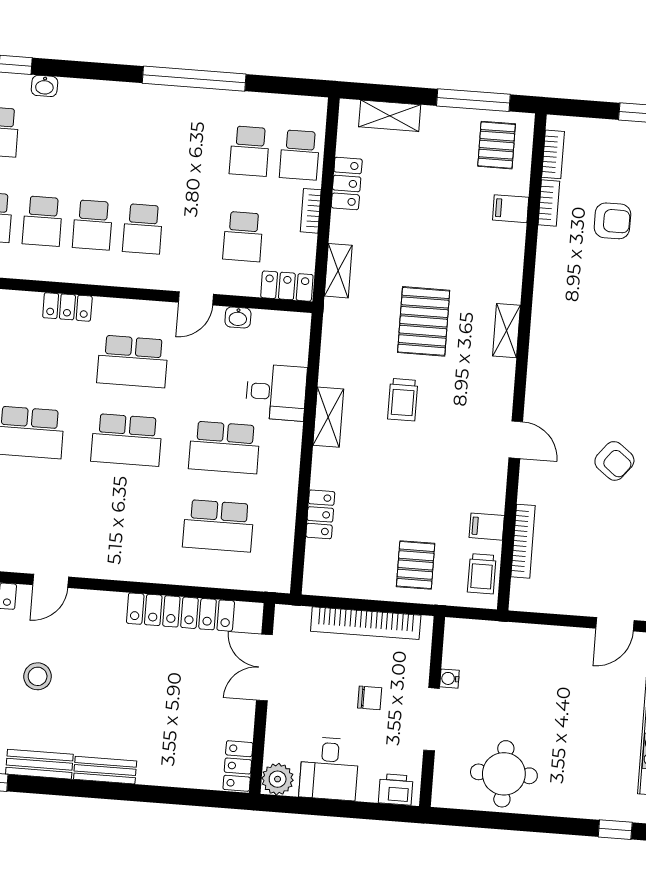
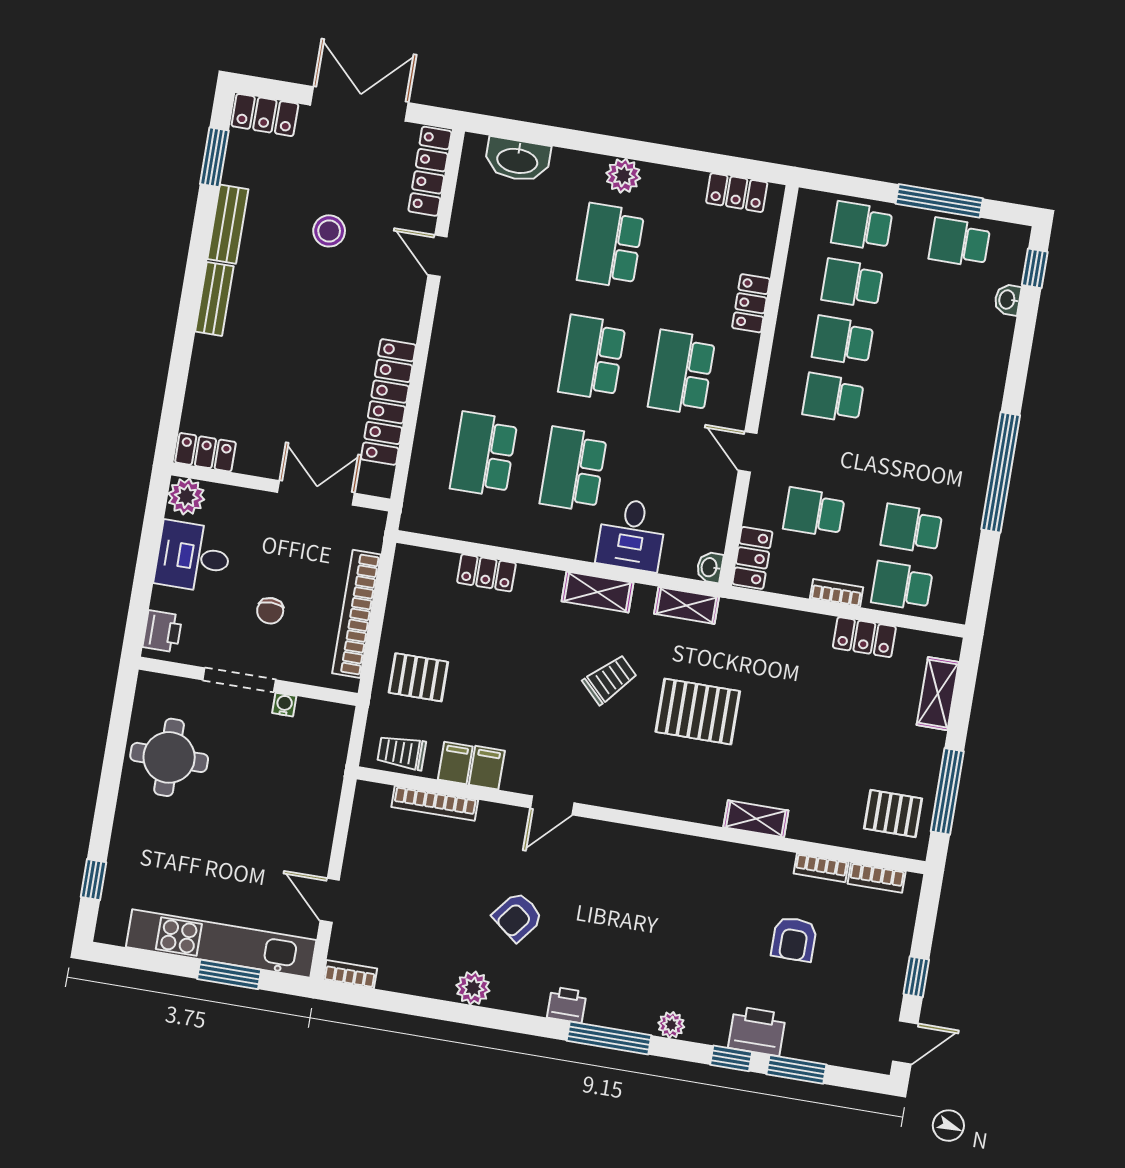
filing cabinet: (511, 209) -> (487, 768), moved
shelving: (338, 271) -> (687, 605), moved
washbasin: (238, 317) -> (710, 567), moved
shelving: (507, 331) -> (756, 819), moved
trolley: (403, 400) -> (610, 679), turned 135

